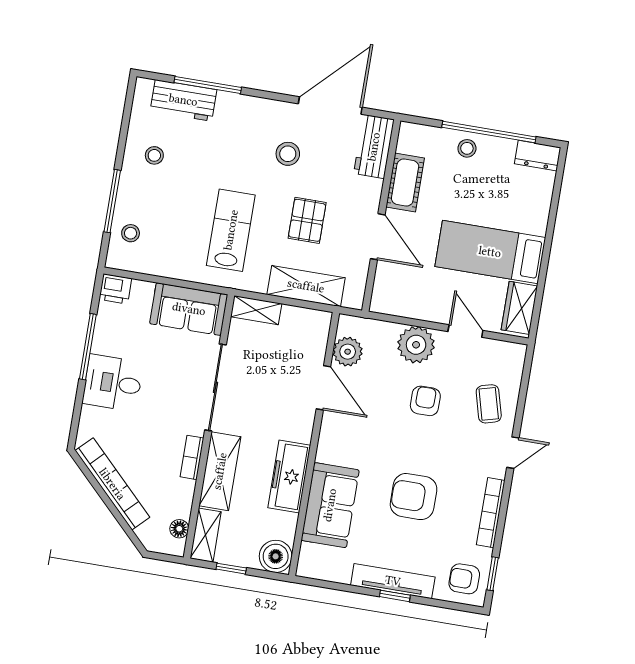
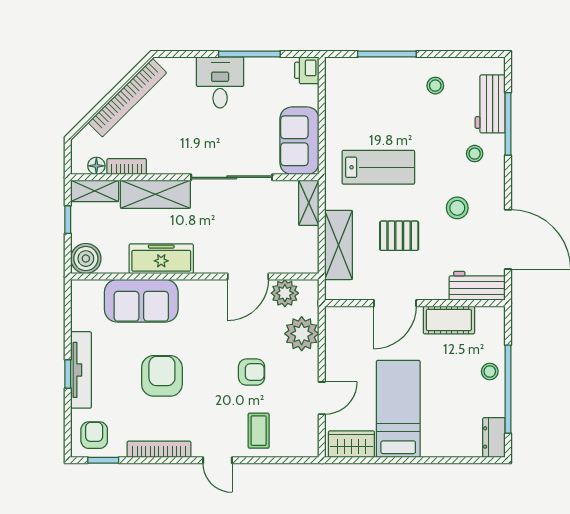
stool: (131, 233) -> (475, 154), moved
plant: (416, 345) -> (302, 334), moved
coffee table: (489, 404) -> (259, 431), turned -75
bookcase: (192, 457) -> (127, 167), moved

